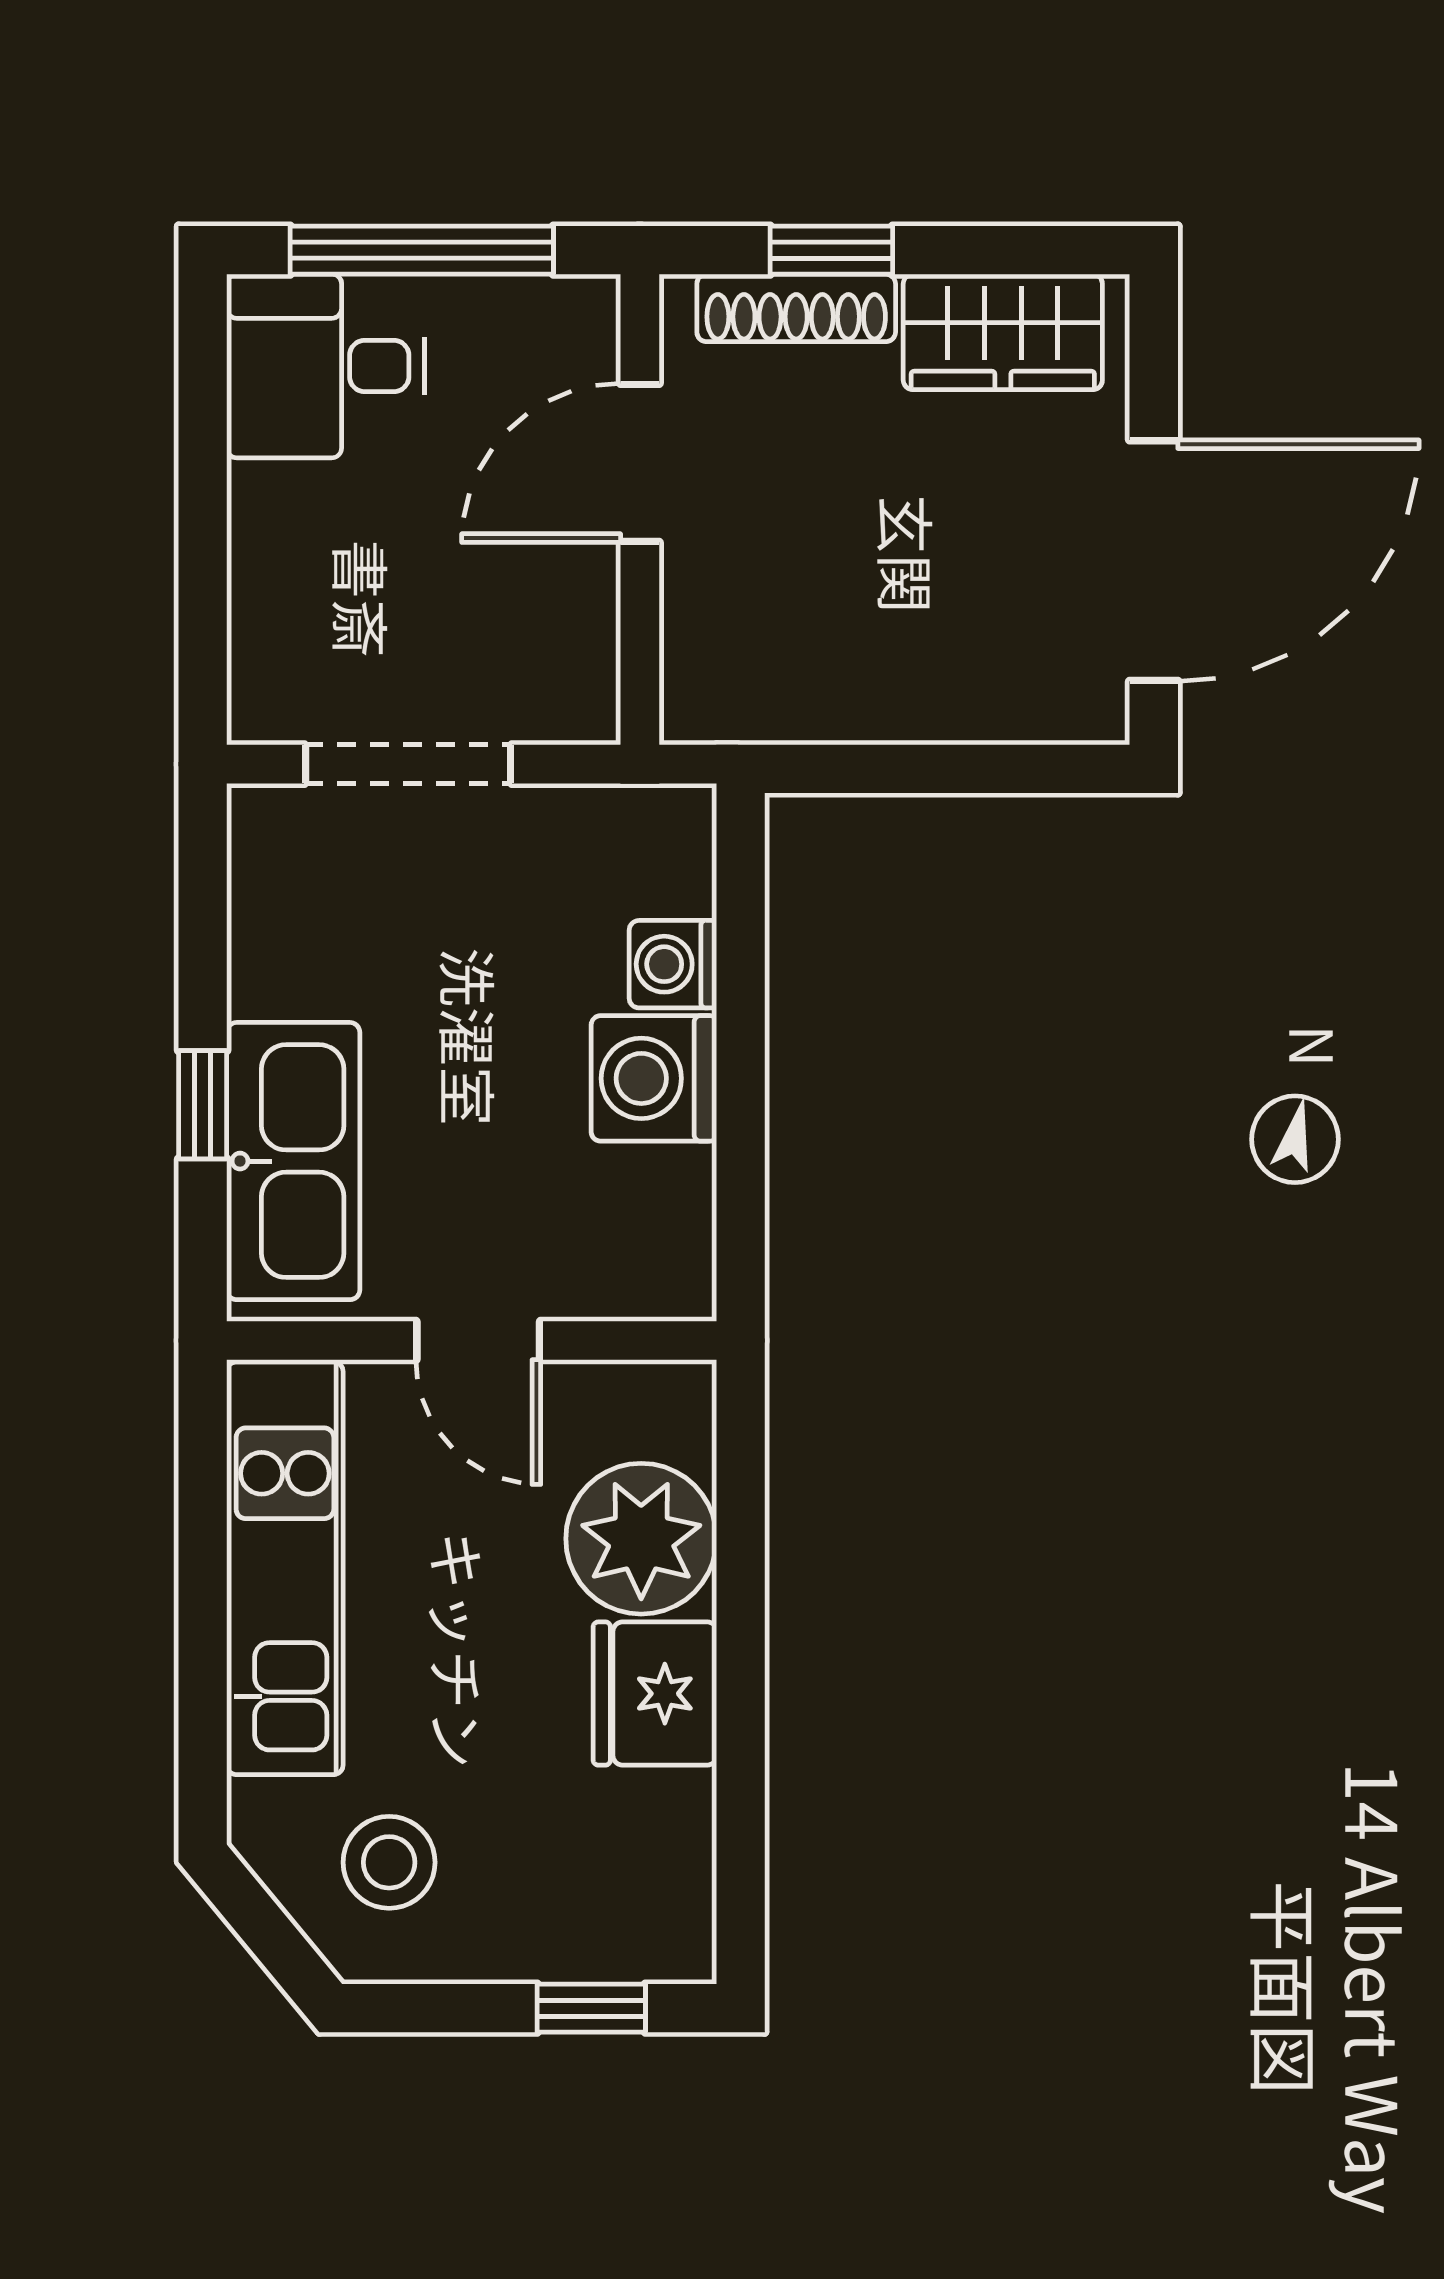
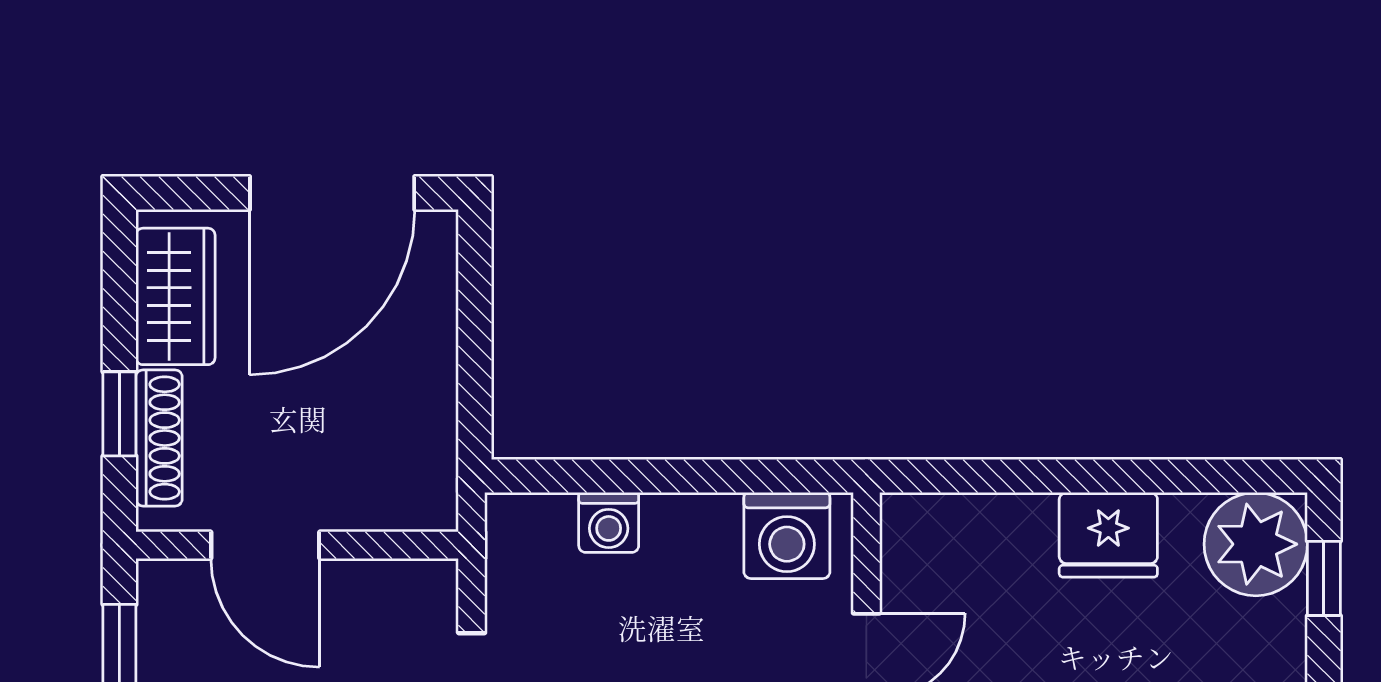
door: (1154, 561) -> (332, 193), swing flipped
washing machine: (654, 1078) -> (787, 536), moved
plant: (641, 1539) -> (1256, 544), moved

